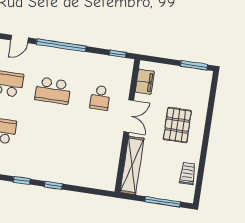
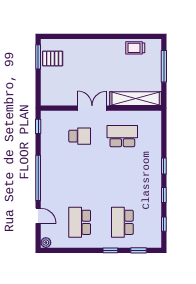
filing cabinet: (145, 82) -> (59, 98), removed
school desk: (53, 91) -> (122, 136), moved, turned -90
pallet: (177, 125) -> (53, 59), moved, width x0.67, depth x0.71

